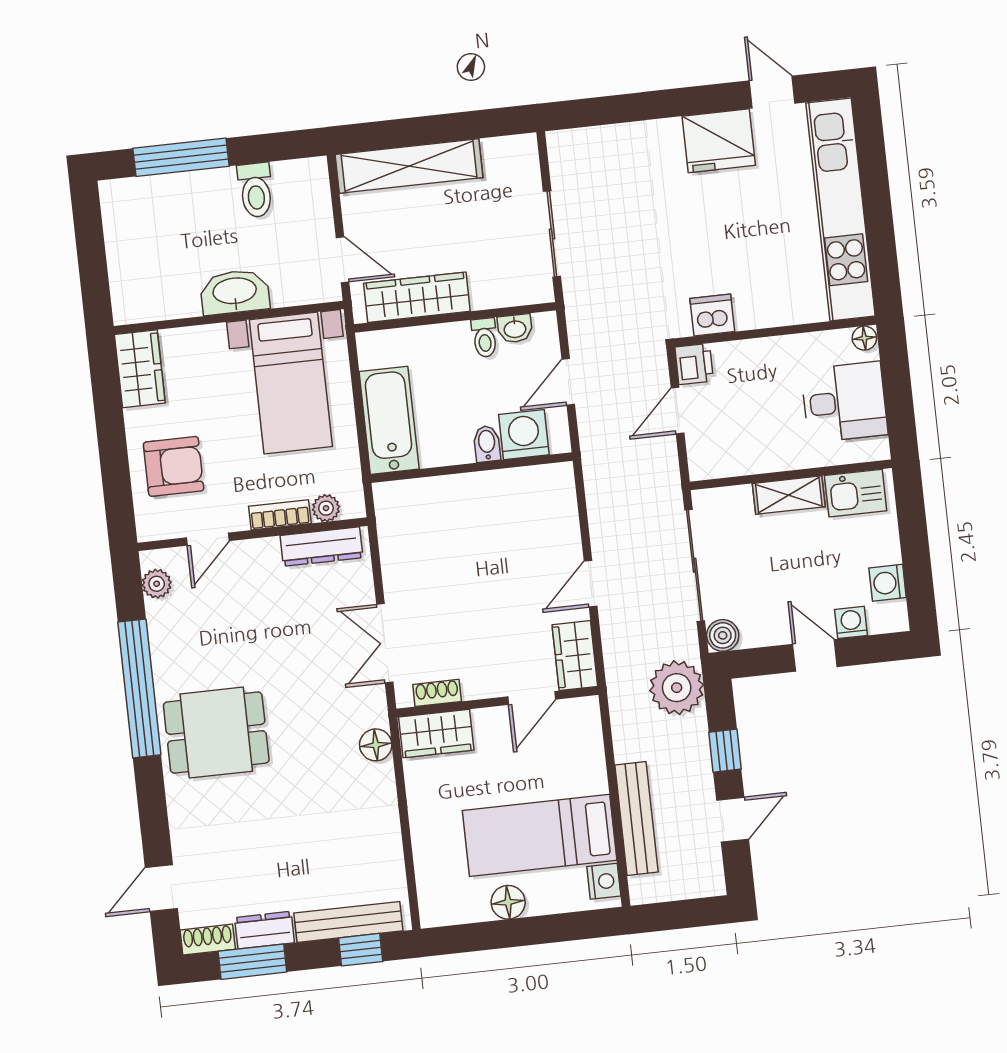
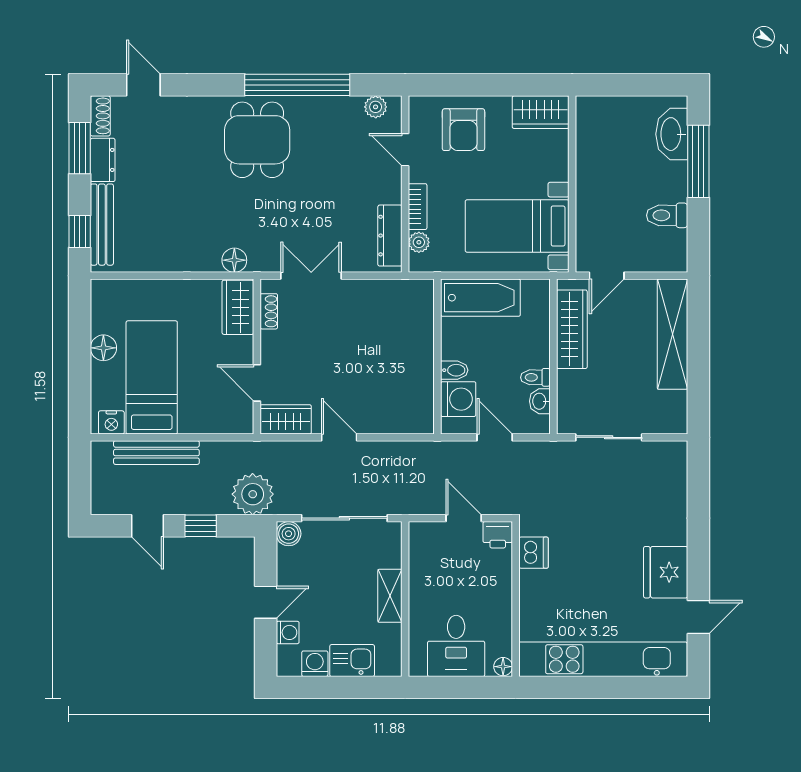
washbasin: (235, 292) -> (672, 134), moved, turned 180
kitchen sink: (856, 493) -> (352, 661), moved, turned 90

